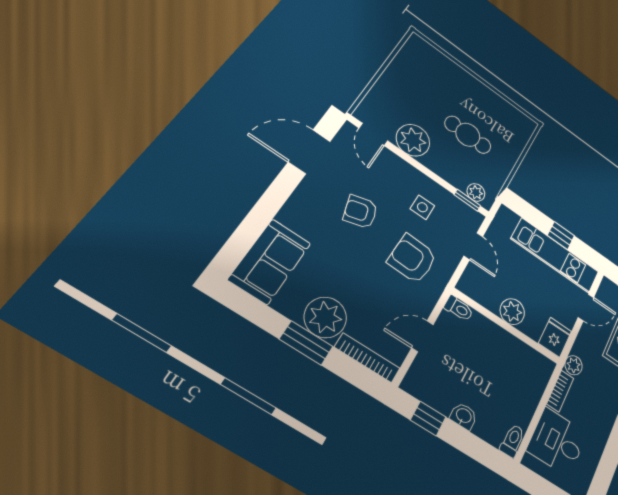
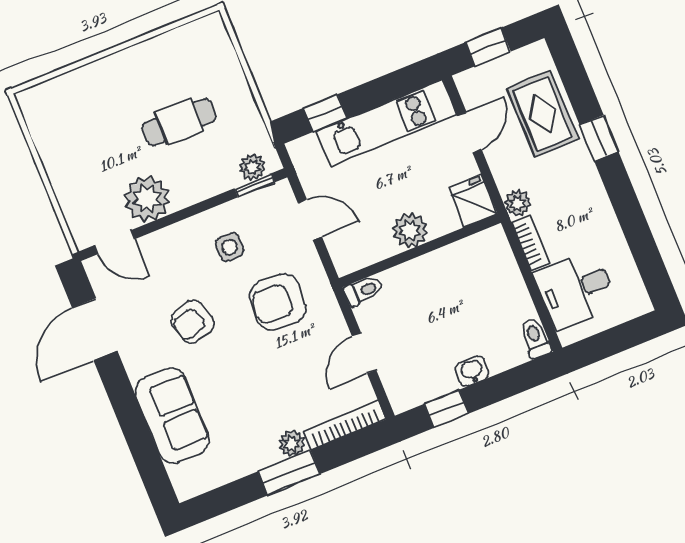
window: (561, 236) -> (325, 113), moved
sofa: (270, 261) -> (172, 415), moved
plant: (325, 317) -> (292, 443), width x0.53, depth x0.53

